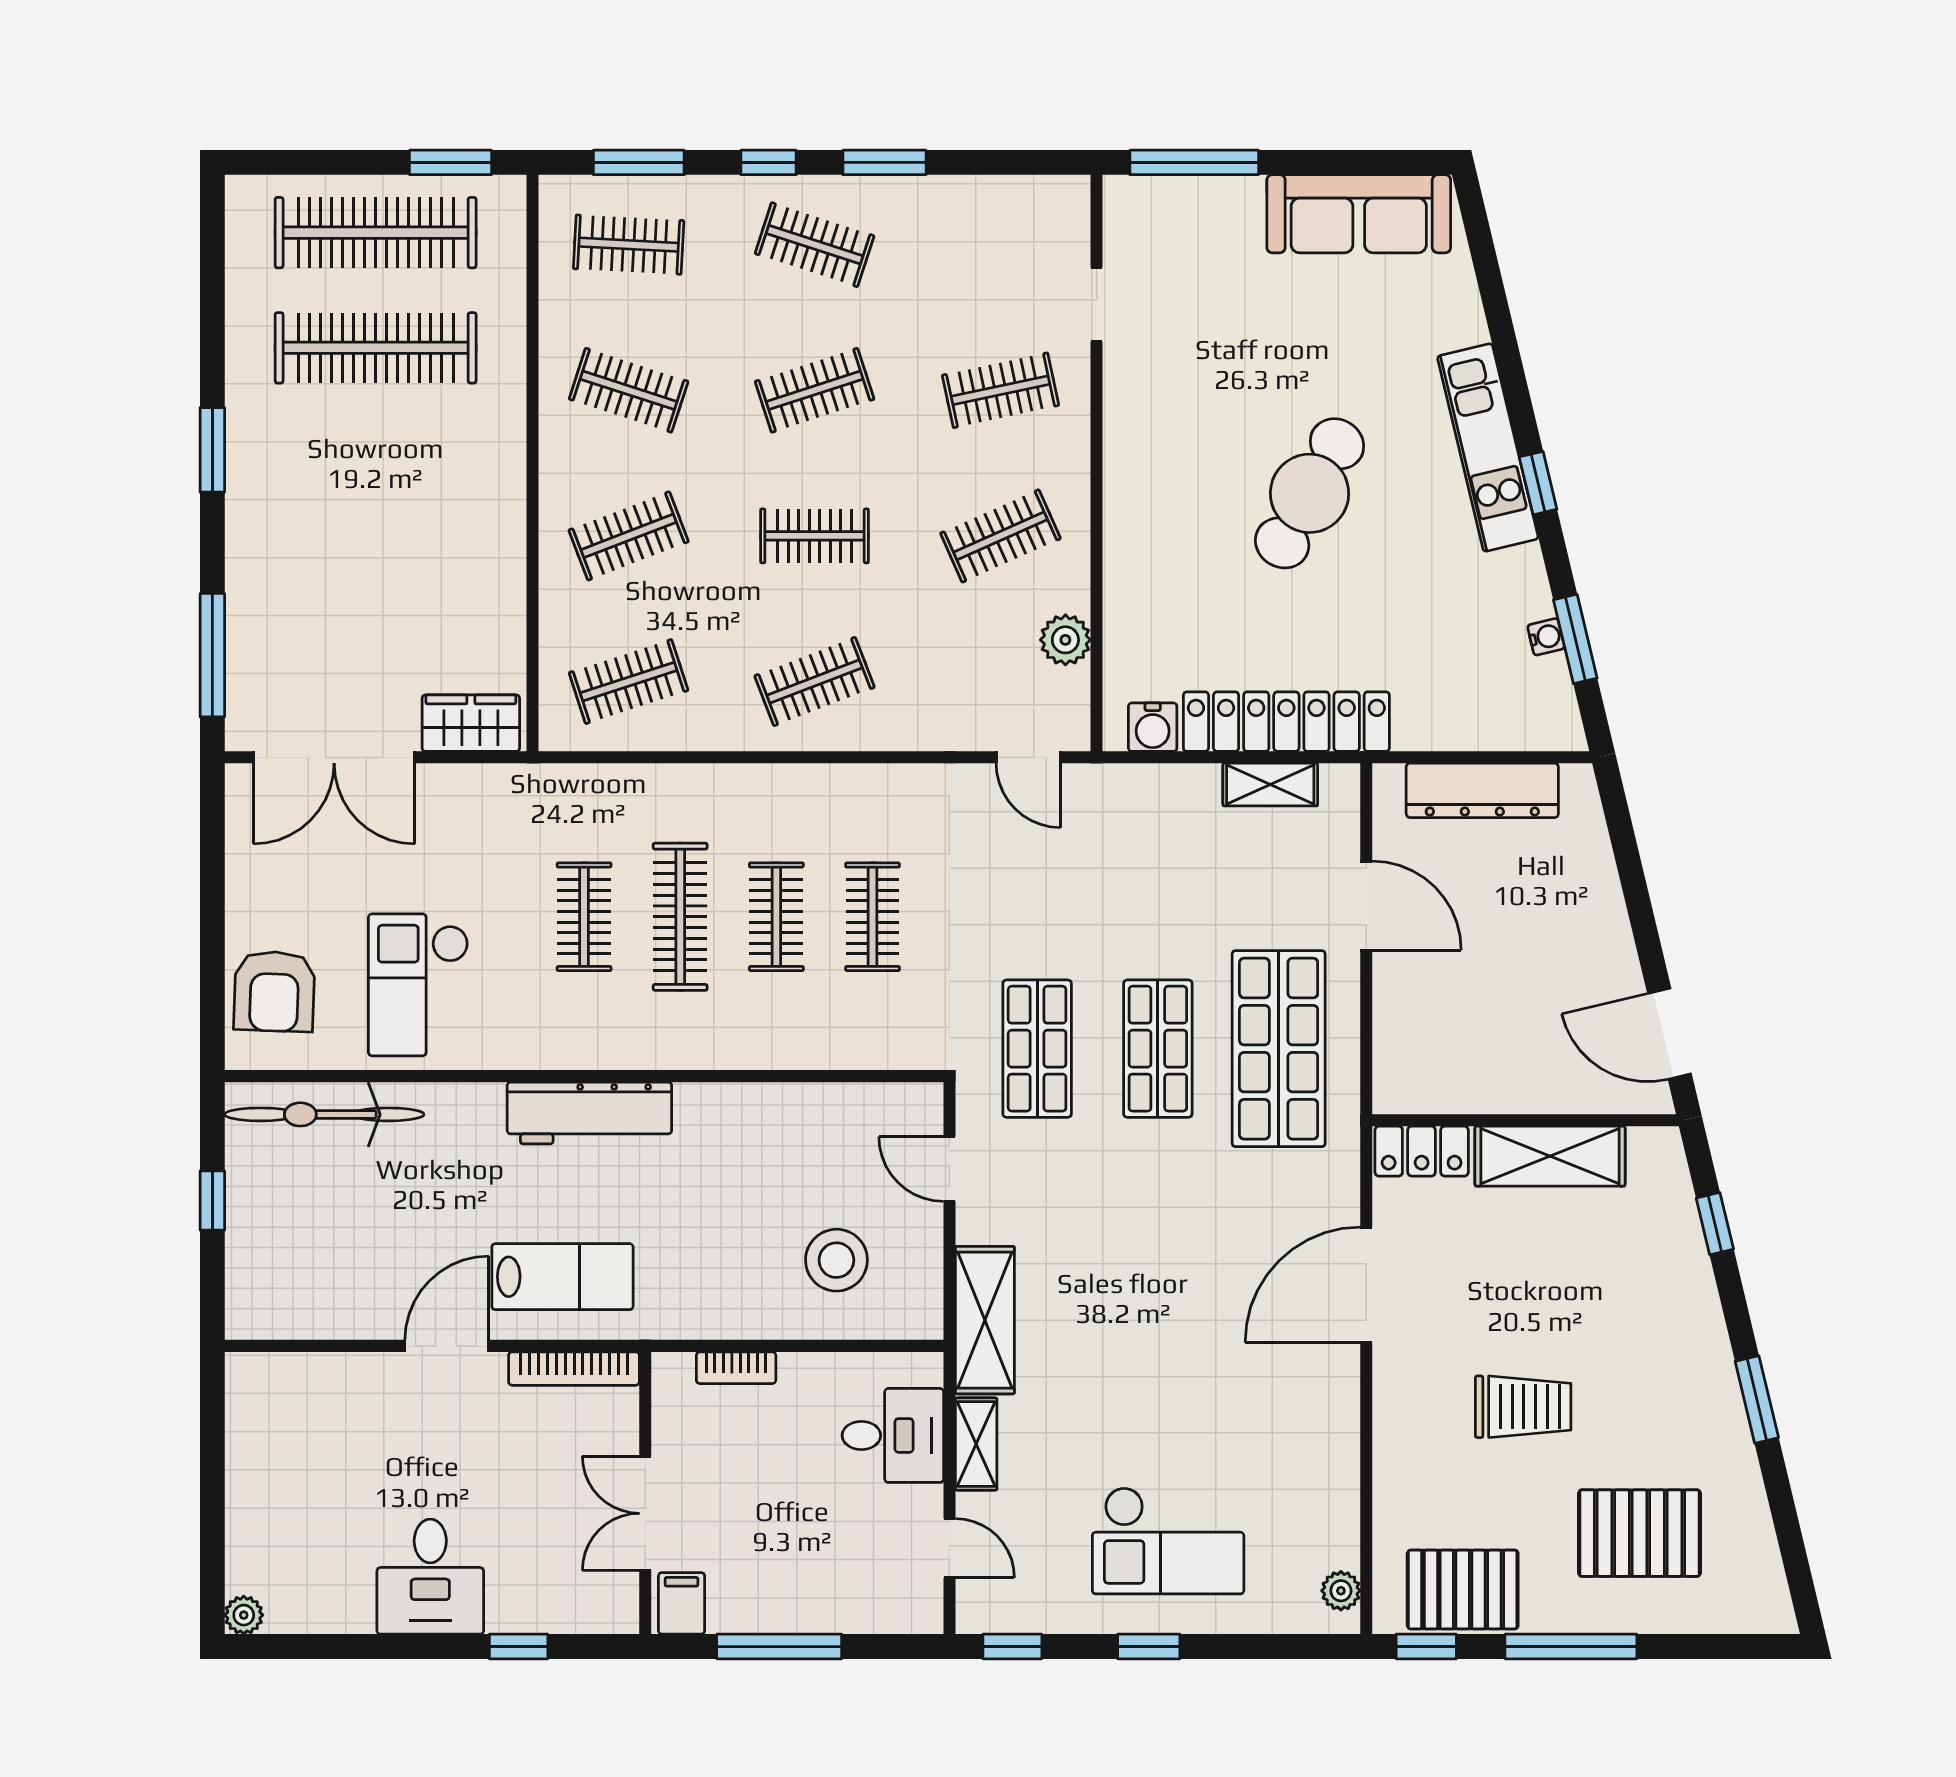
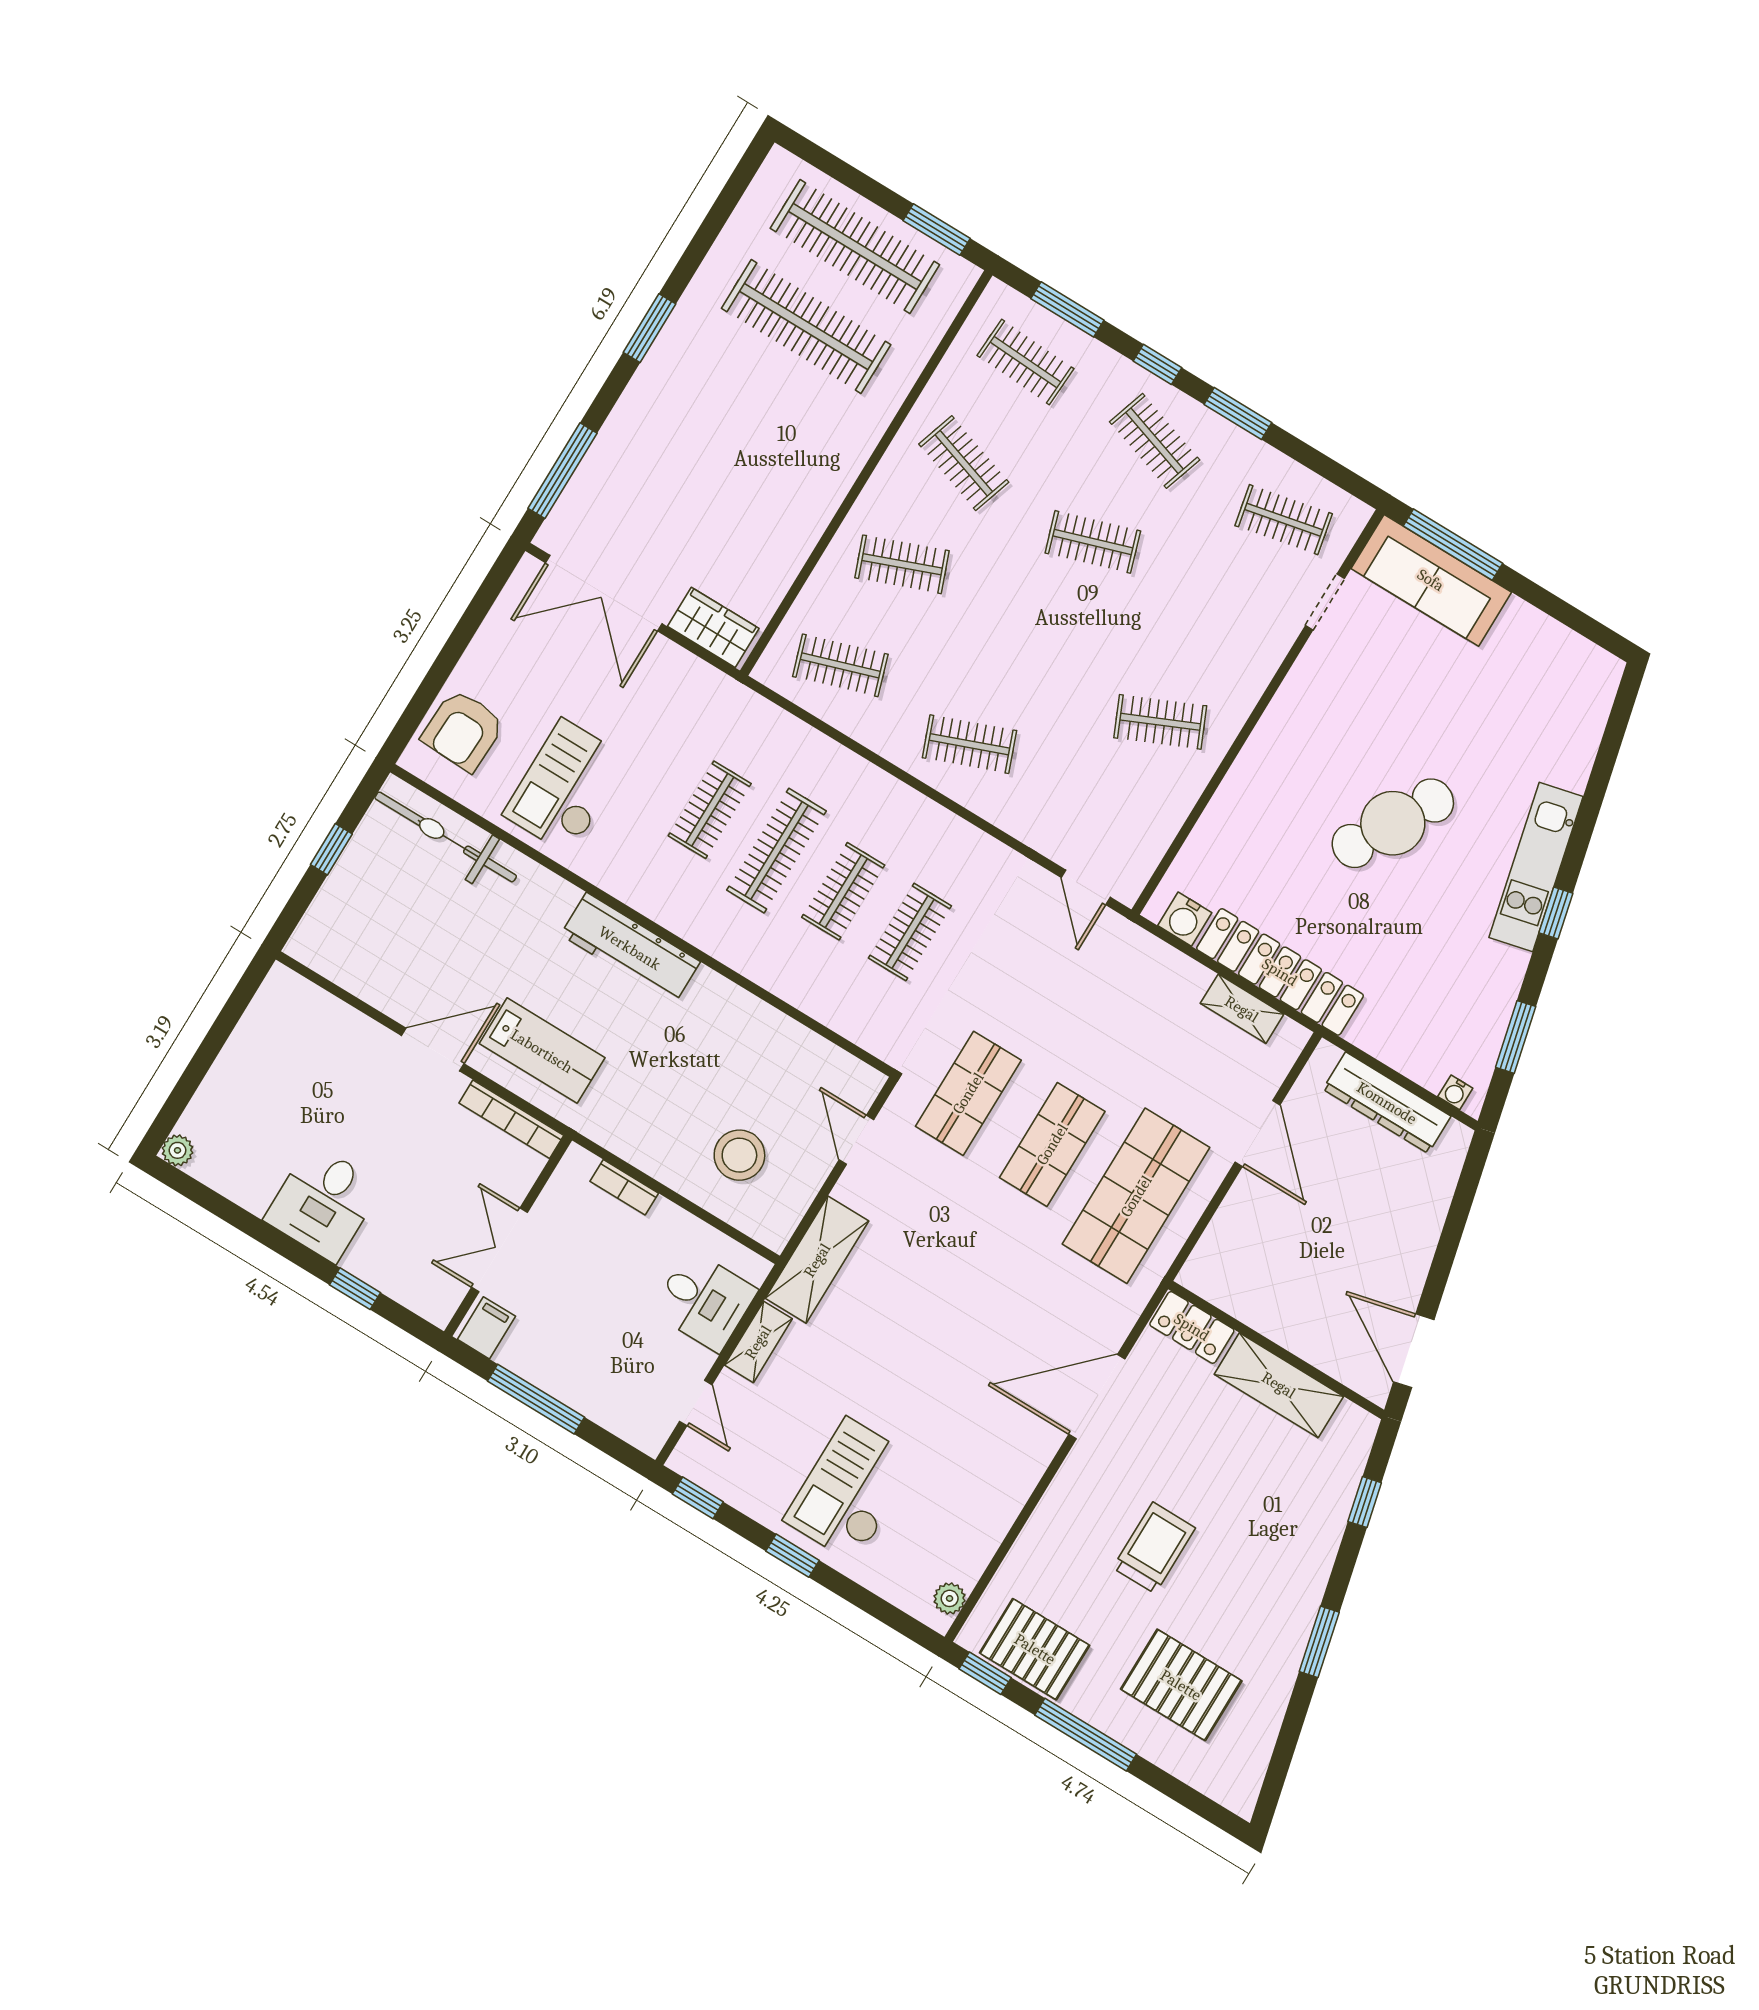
sofa: (1359, 214) -> (1431, 580), moved
clothes rail: (1000, 390) -> (1284, 520), moved
clothes rail: (815, 536) -> (1031, 643), removed
water cooler: (1546, 637) -> (1455, 1092), moved, turned 103
plant: (1065, 640) -> (1161, 822), removed
trolley: (1523, 1407) -> (1154, 1548), turned -90
checkout: (1168, 1541) -> (851, 1490), turned 90

